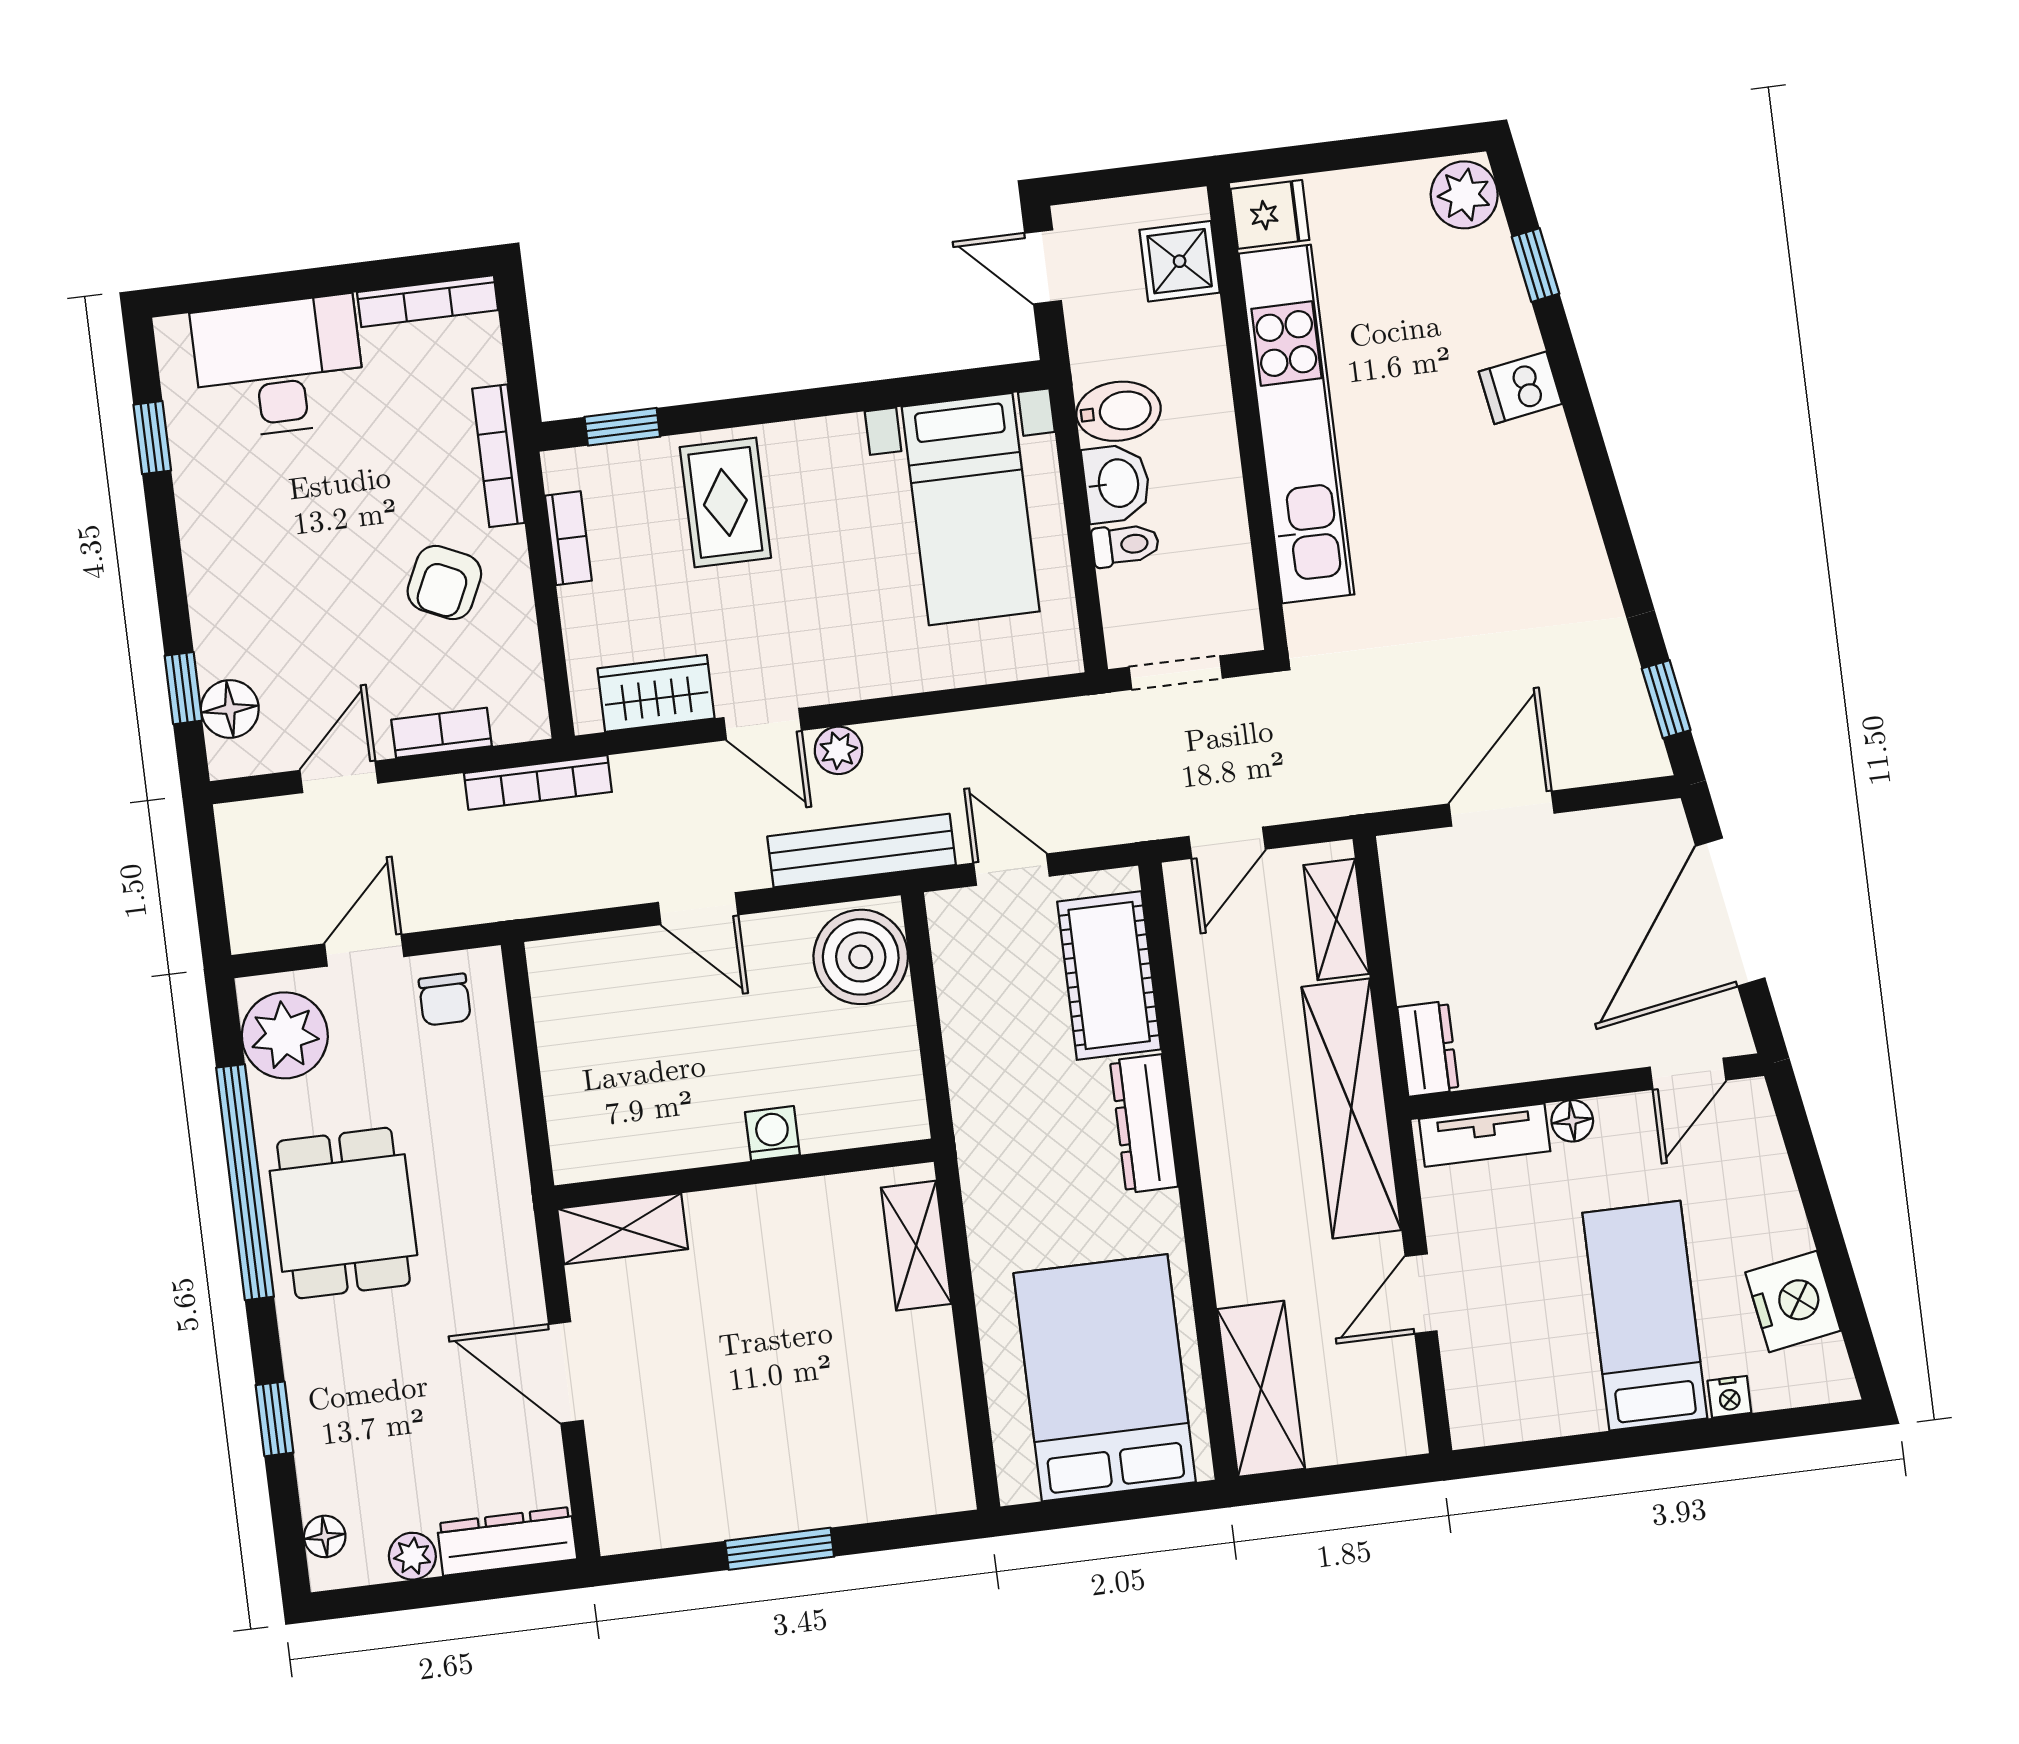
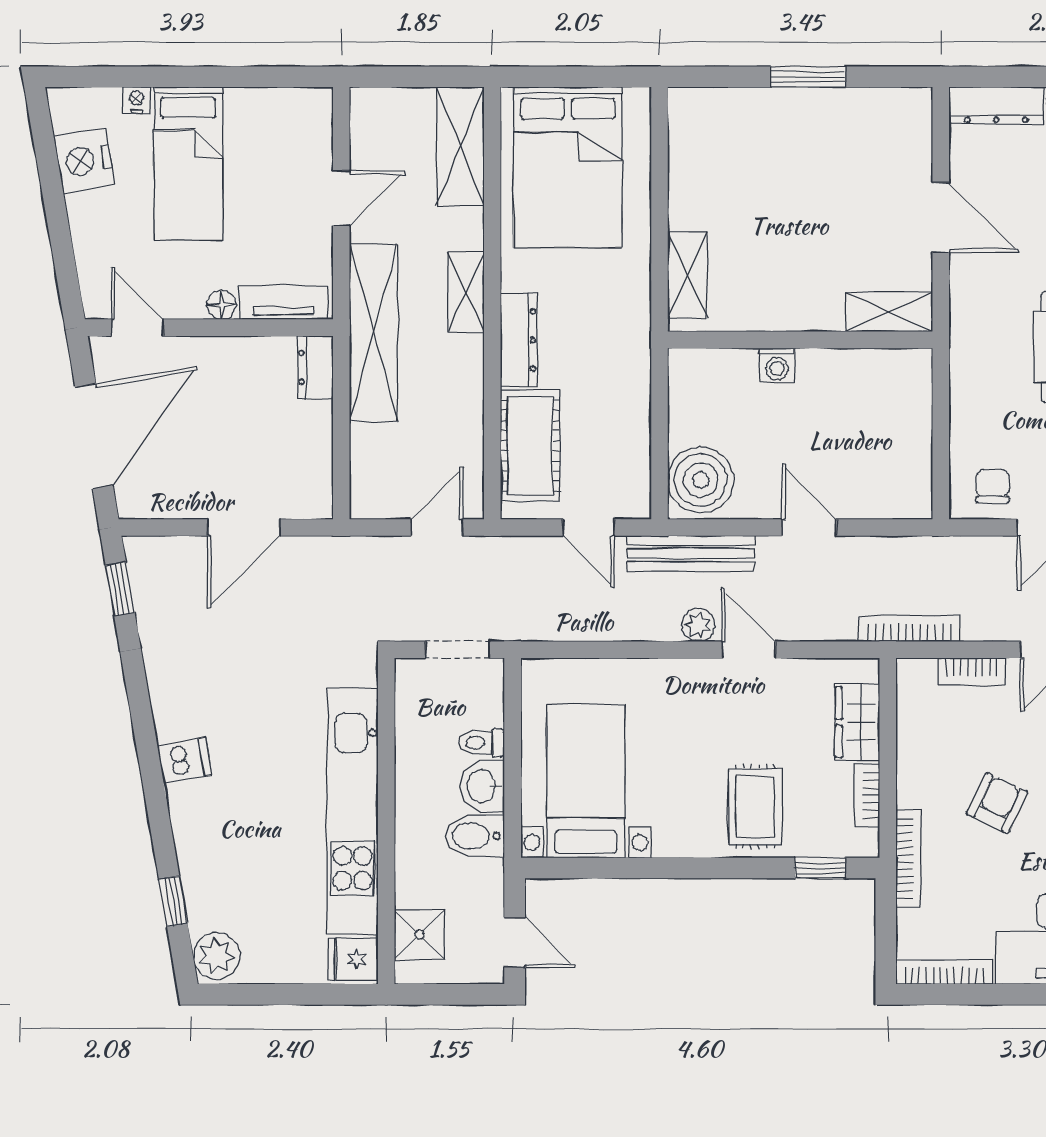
dishwasher: (1520, 388) -> (185, 760), moved
armchair: (444, 583) -> (997, 803), moved
wardrobe: (656, 693) -> (857, 722), moved, turned 90
shelving: (1336, 919) -> (466, 292), moved
door: (1688, 1074) -> (137, 328), hinge flipped

